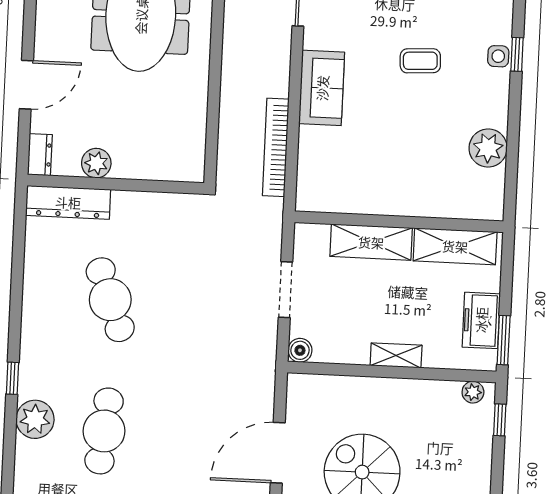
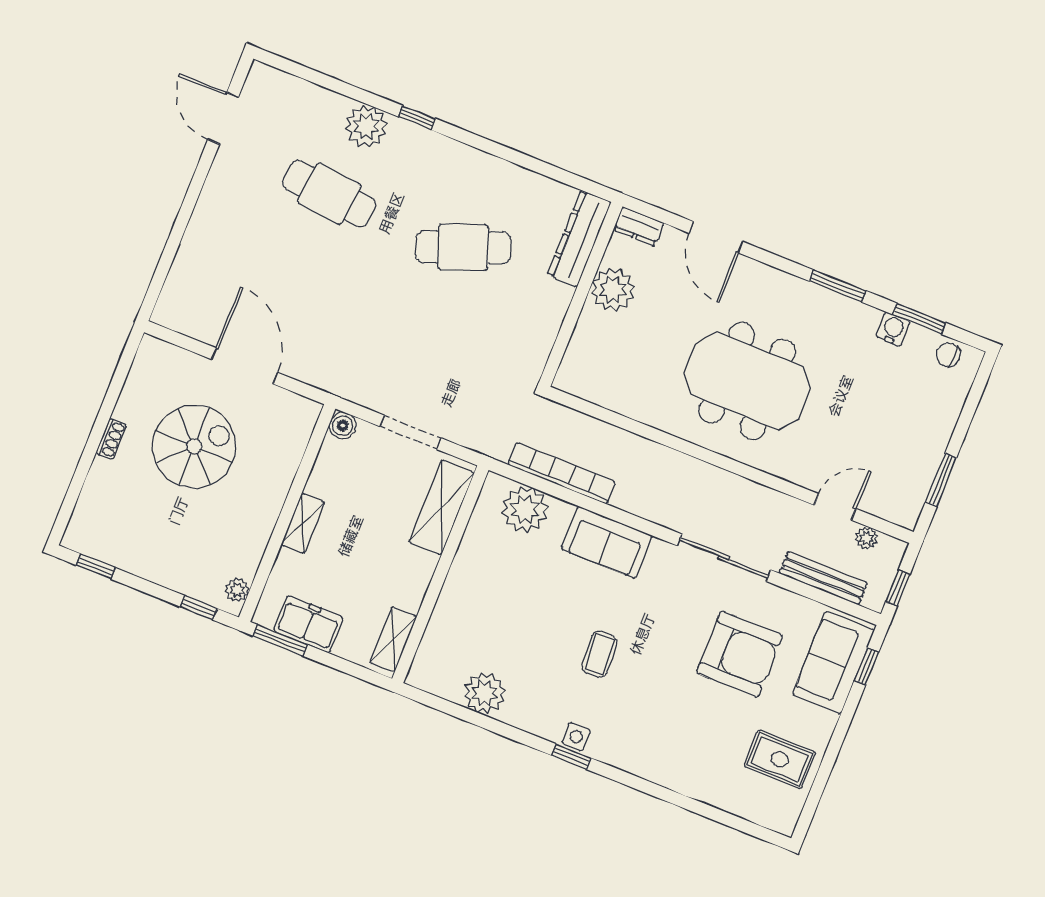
plant: (96, 163) -> (613, 289), width x1.36, depth x1.36
plant: (318, 168) -> (525, 510), added
shelving: (371, 242) -> (442, 507), moved
shelving: (455, 246) -> (393, 639), width x0.67, depth x0.75

